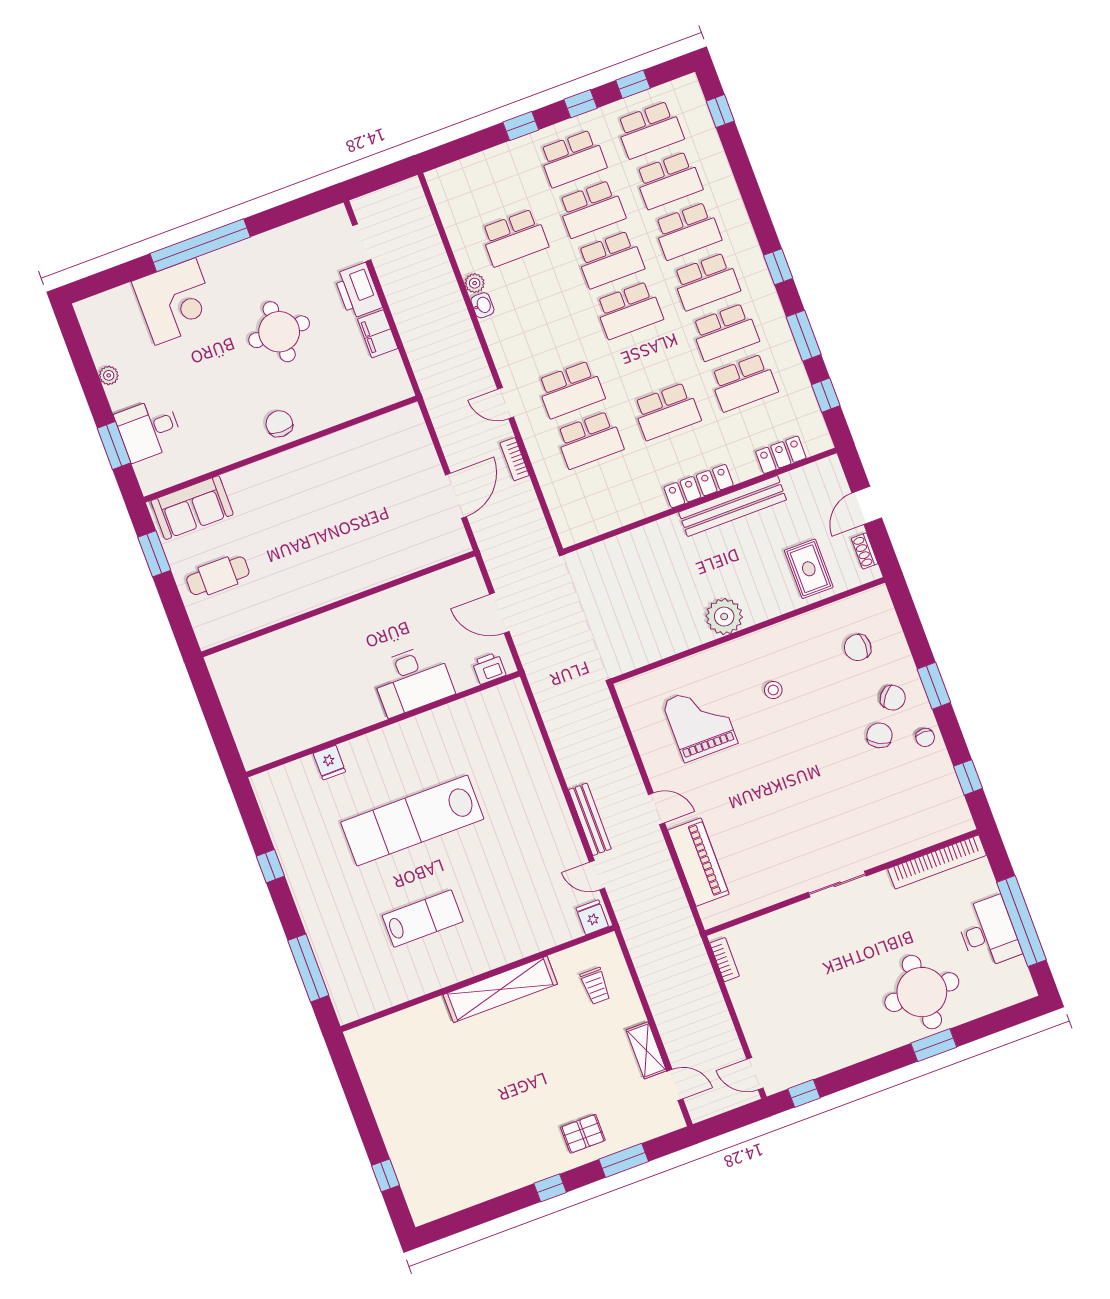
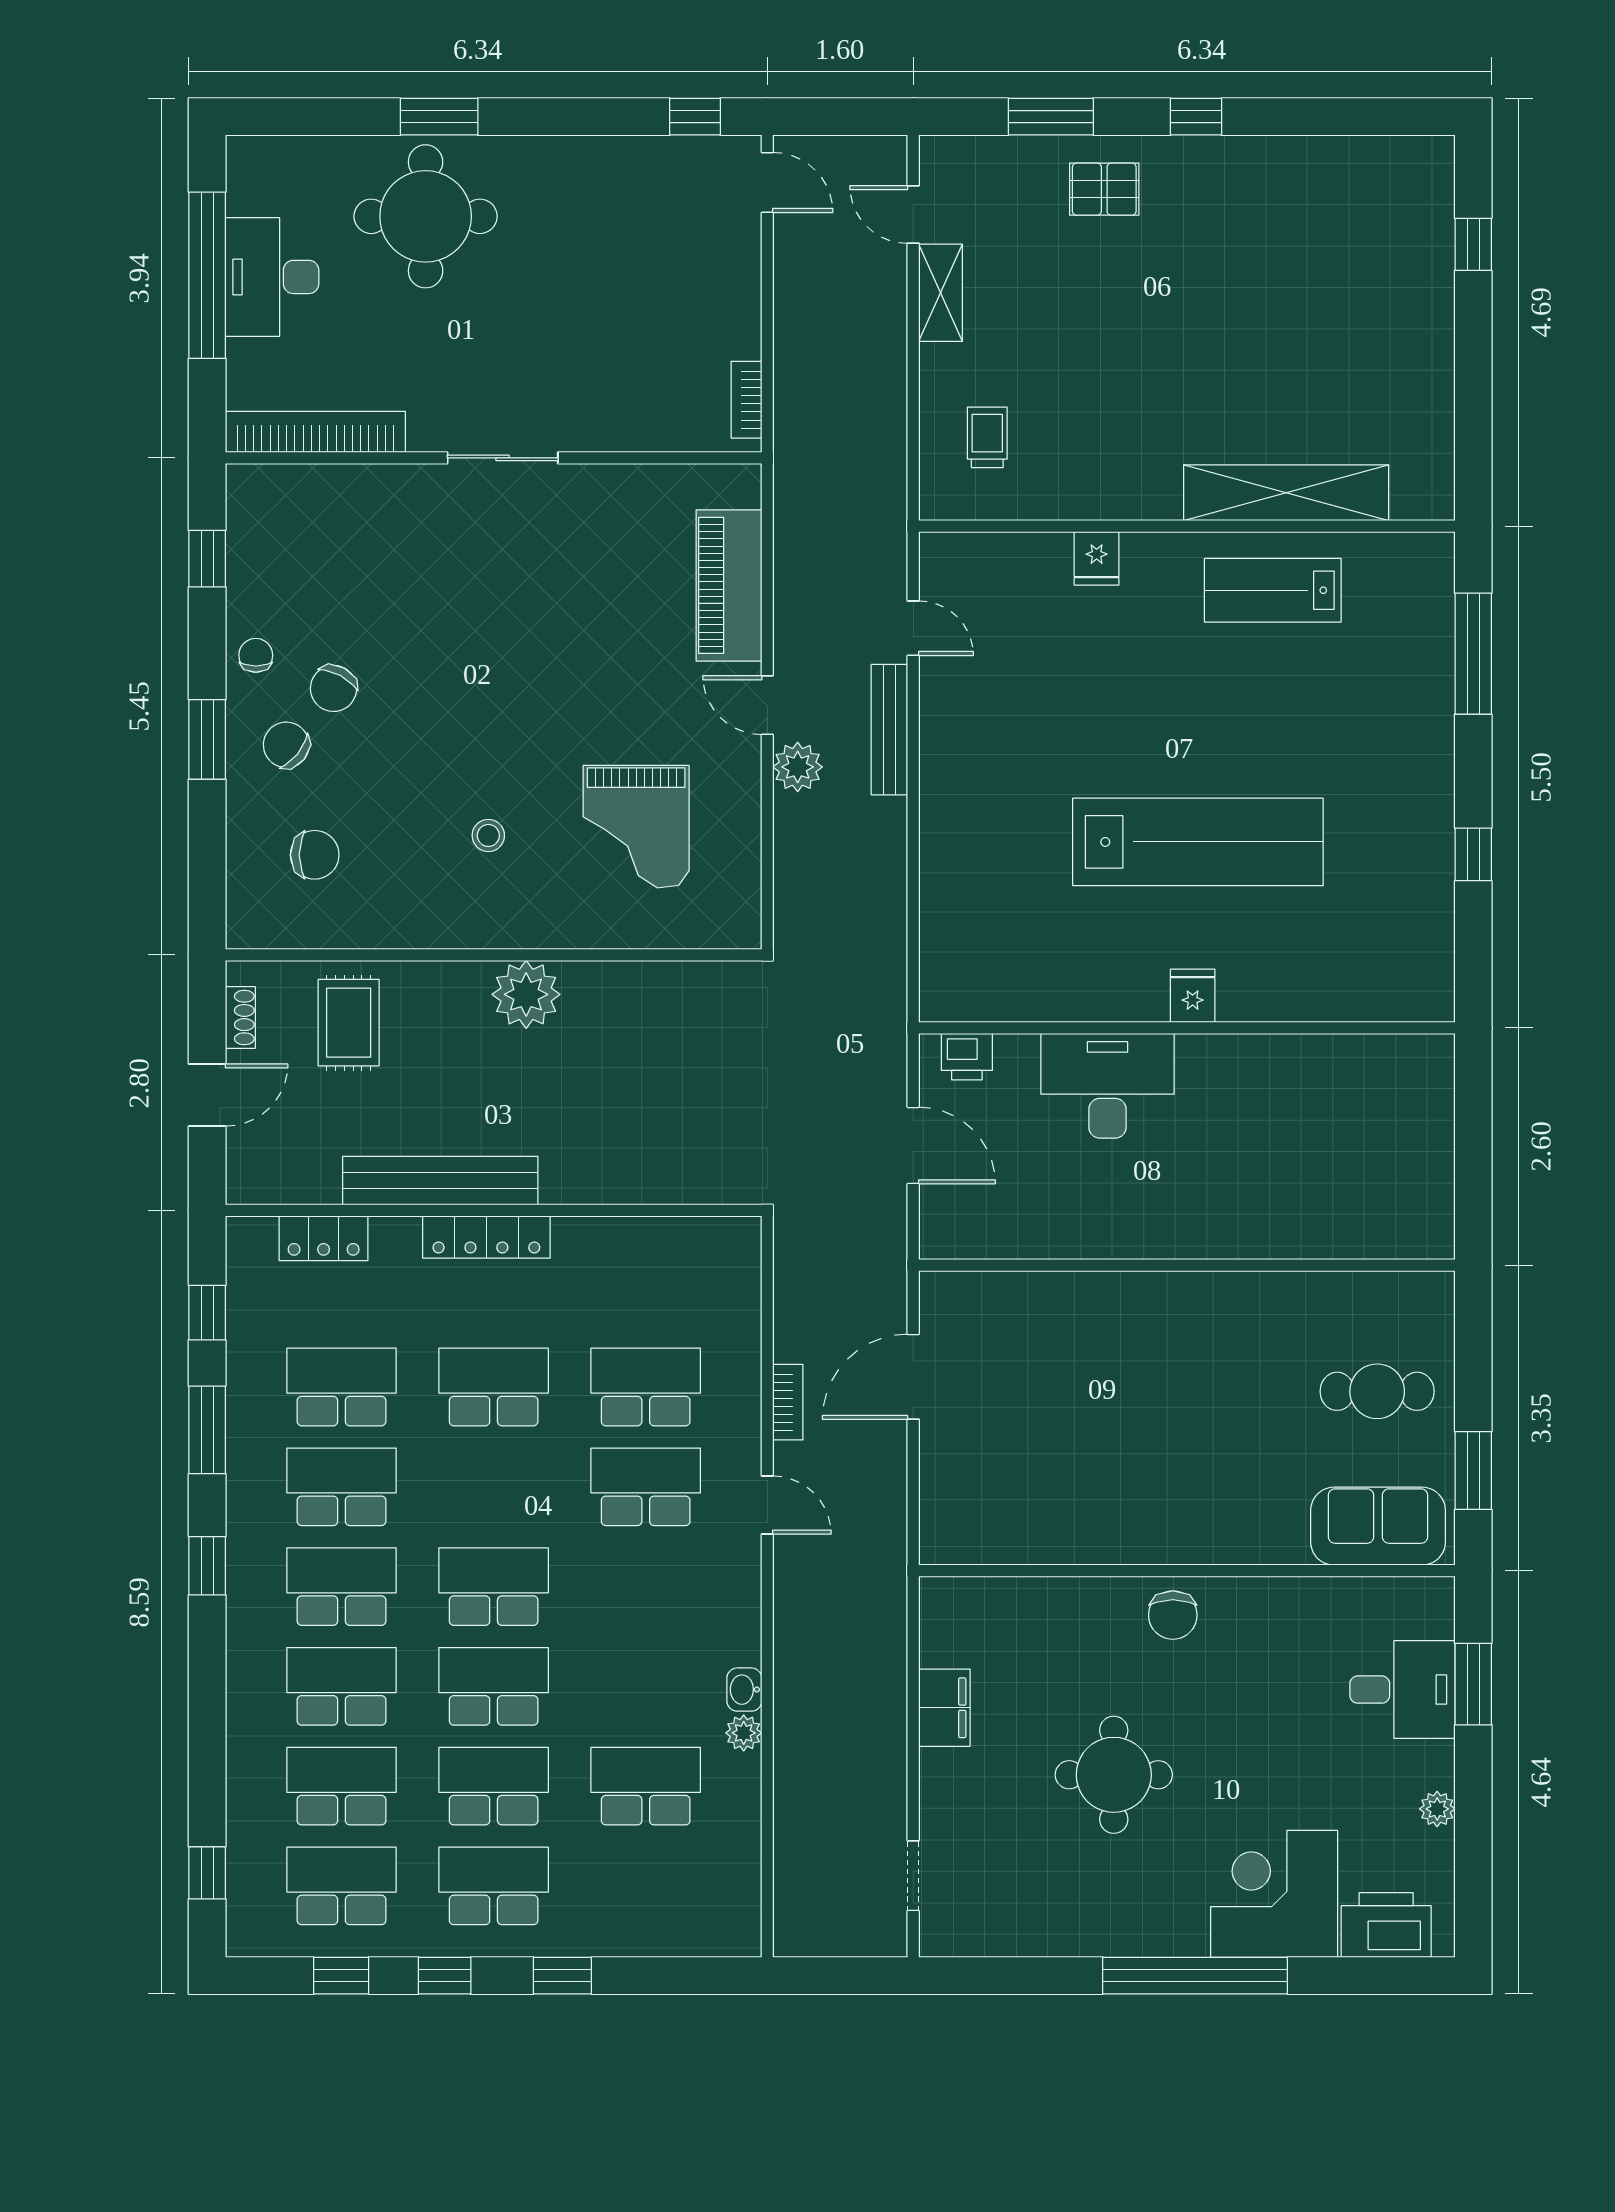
printer: (358, 291) -> (1386, 1925), moved, turned -90
fridge: (329, 763) -> (1193, 996), moved
plant: (629, 783) -> (798, 767), added
fridge: (592, 917) -> (1097, 558), moved
lab bench: (423, 919) -> (1273, 590), moved
shelving: (500, 989) -> (1286, 493), moved

